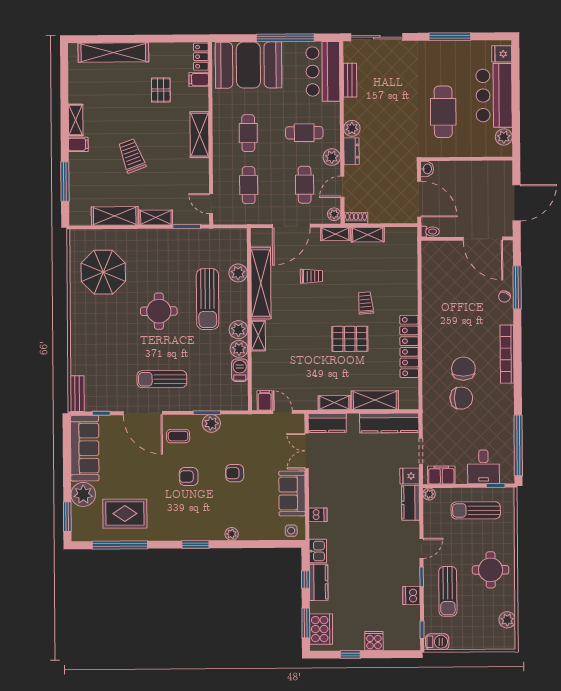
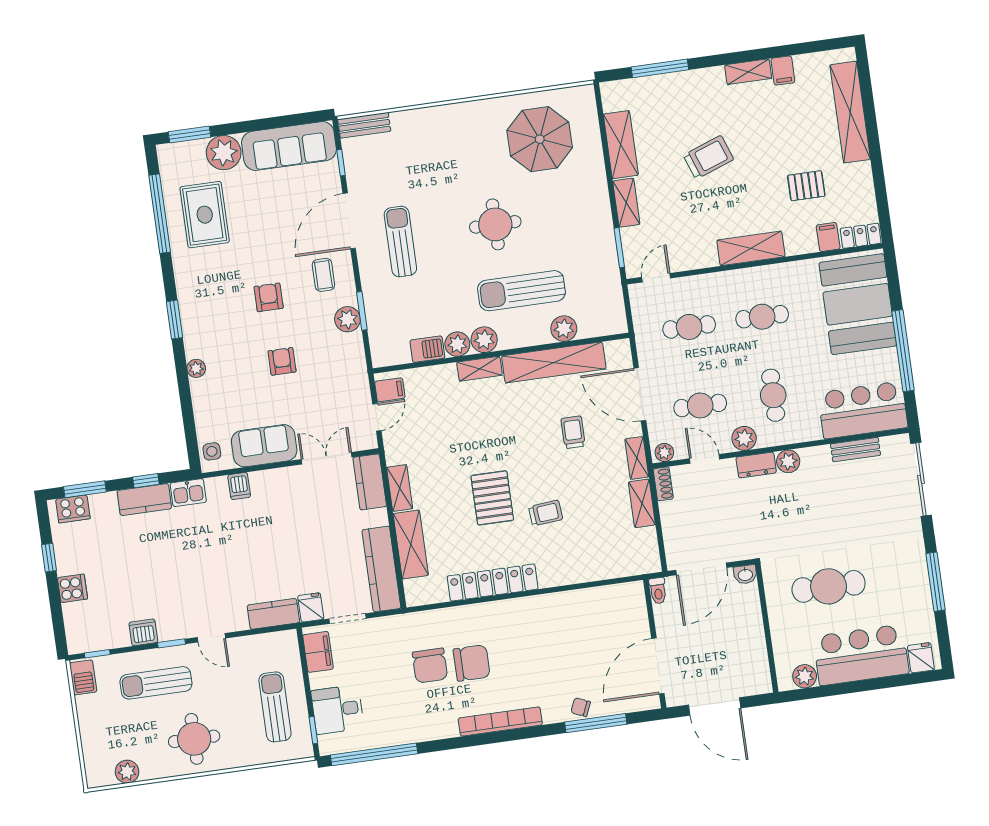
filing cabinet: (78, 144) -> (783, 70), moved
trolley: (311, 276) -> (573, 432), turned 180
plant: (429, 494) -> (289, 638), removed
cooker: (321, 629) -> (73, 509), width x0.73, depth x0.76

